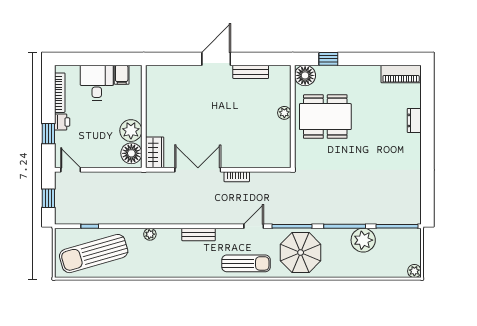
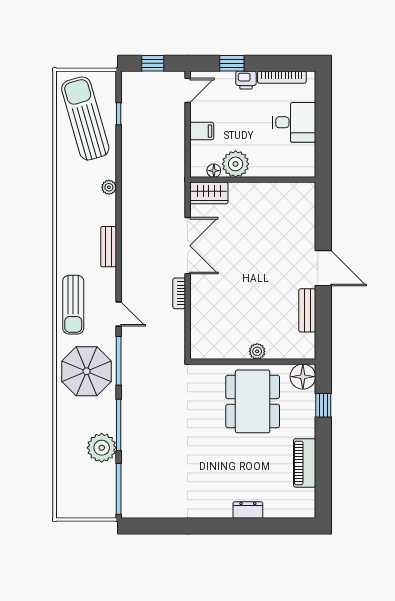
piano: (401, 74) -> (305, 463), moved
filing cabinet: (122, 75) -> (202, 131), moved, turned 180
floor lamp: (131, 153) -> (214, 171), width x0.53, depth x0.53
plant: (414, 271) -> (64, 510), removed

